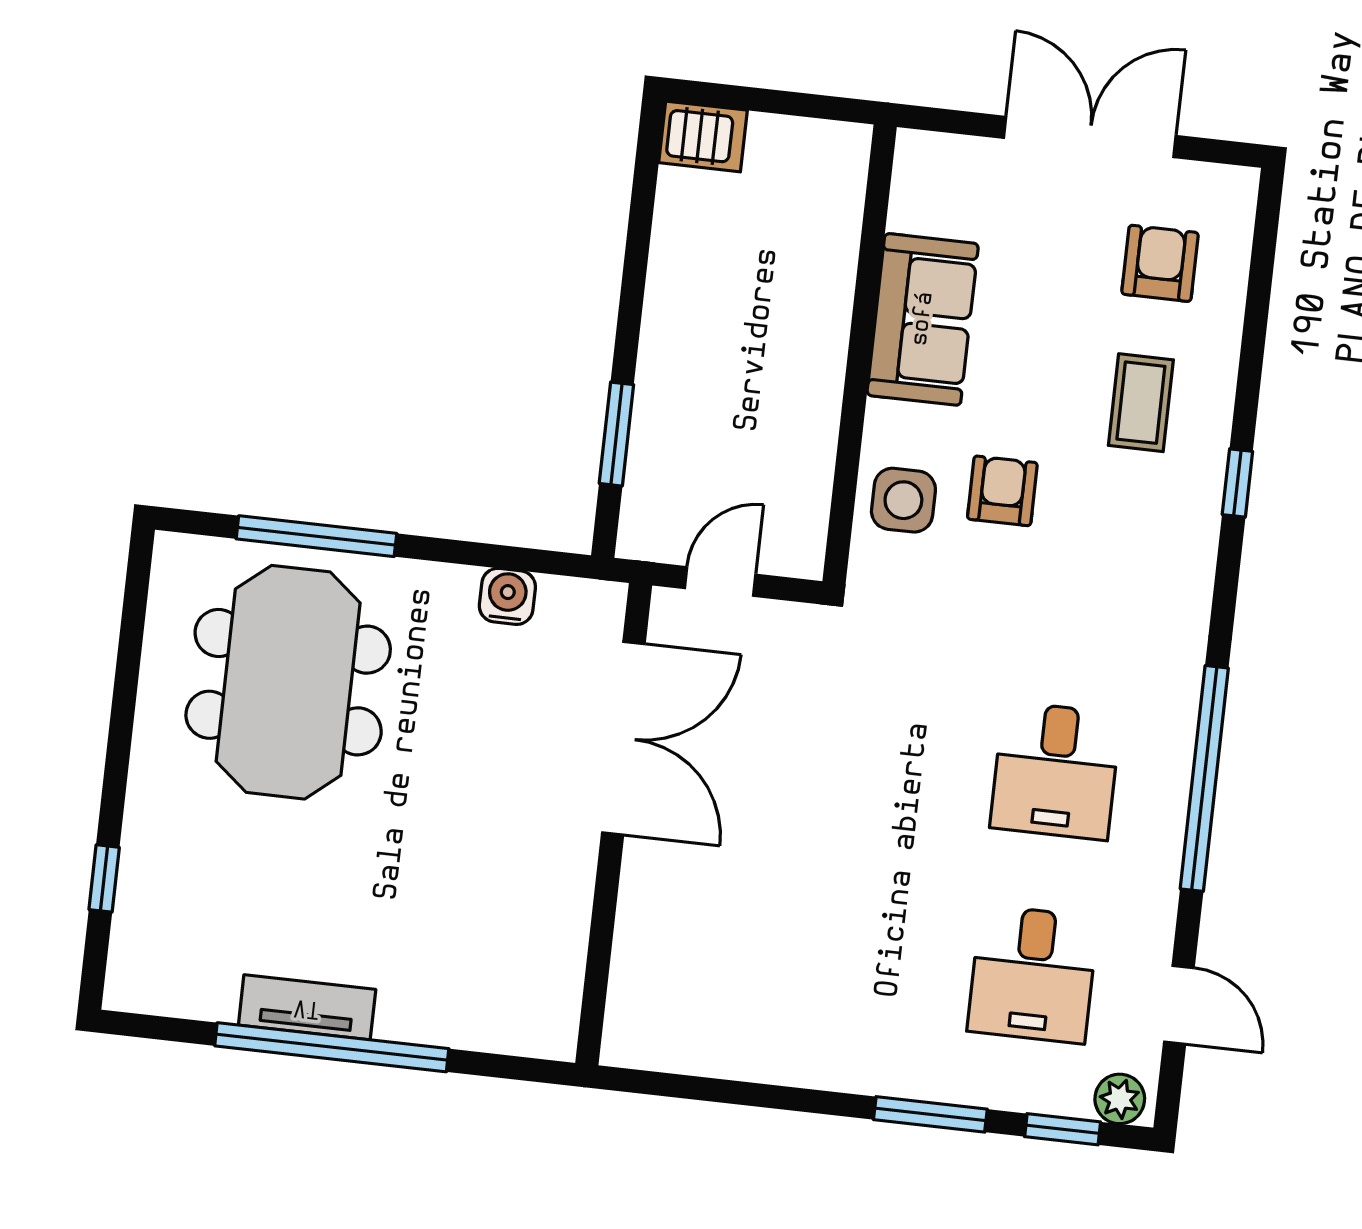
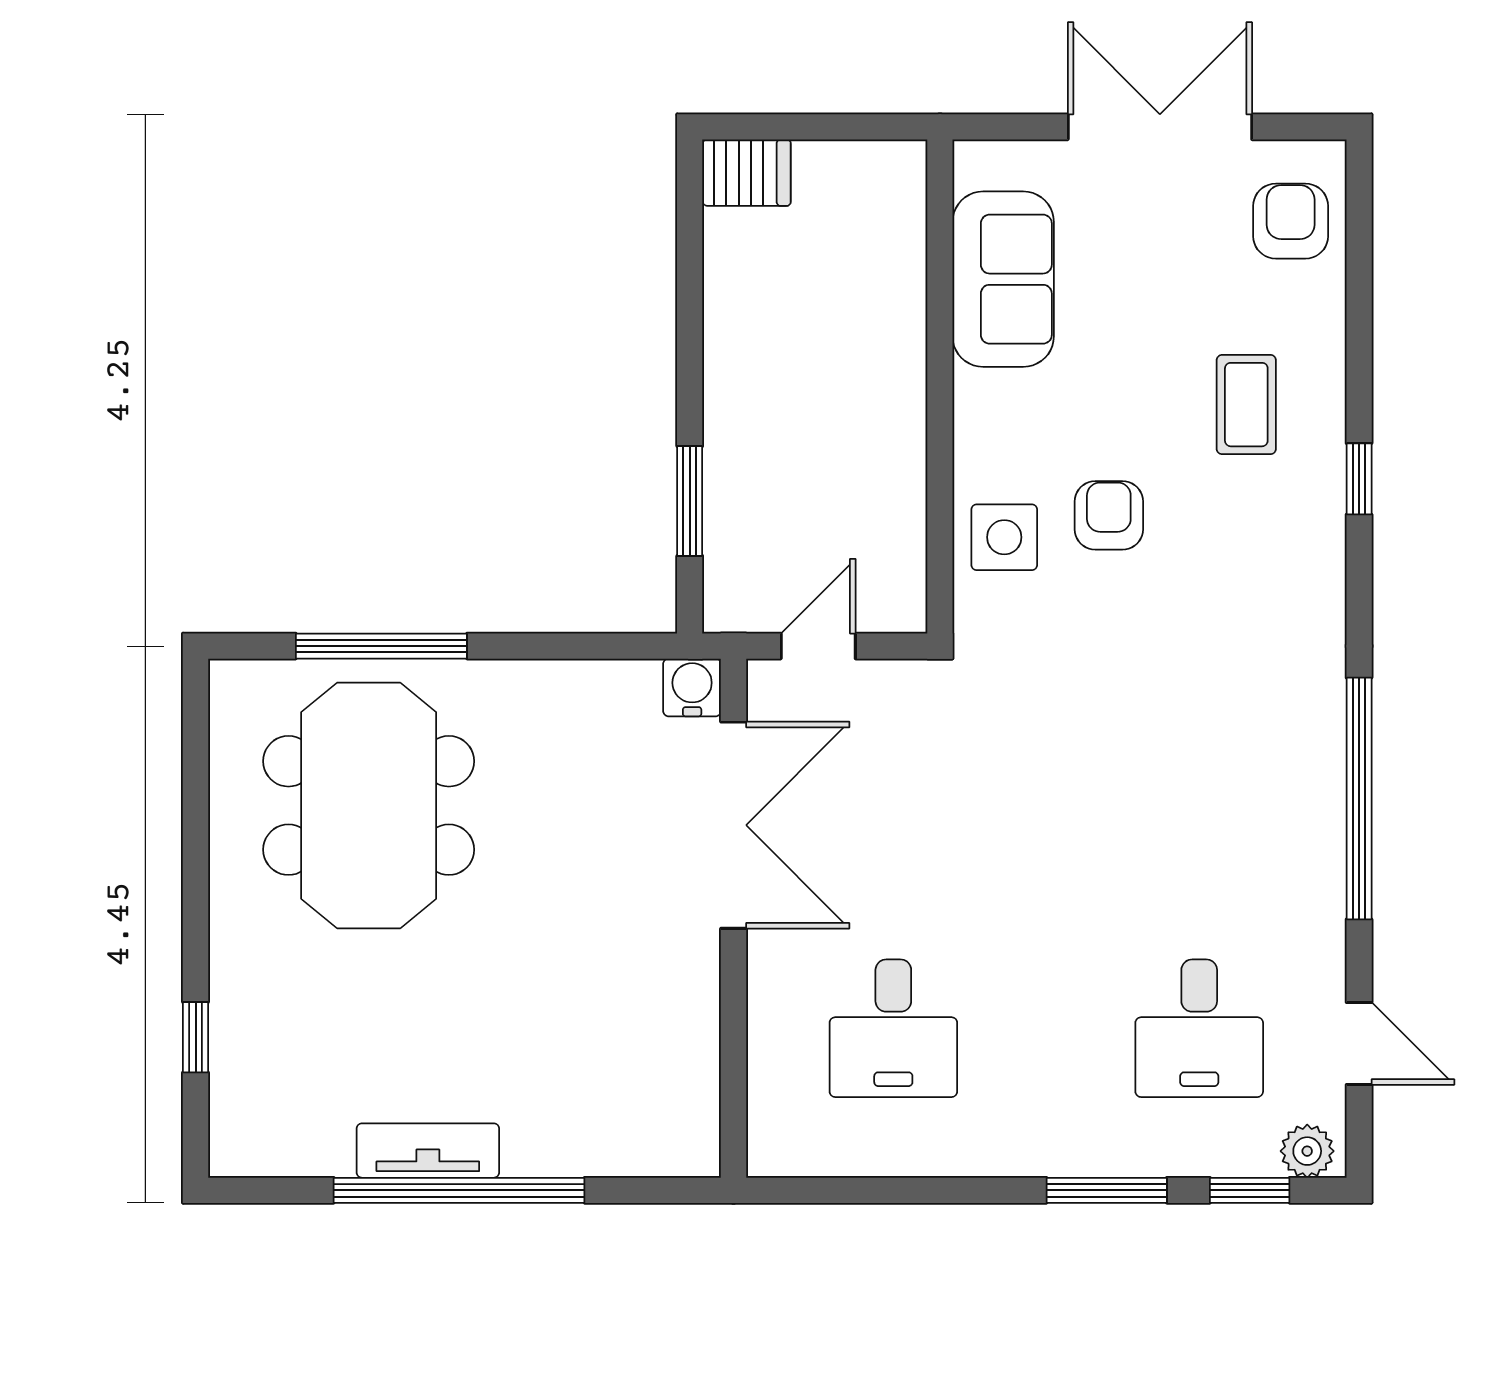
armchair: (1160, 263) -> (1291, 221), moved
sofa: (923, 319) -> (1003, 279), moved
water cooler: (507, 596) -> (692, 687), moved
desk: (1056, 771) -> (893, 1028), moved

